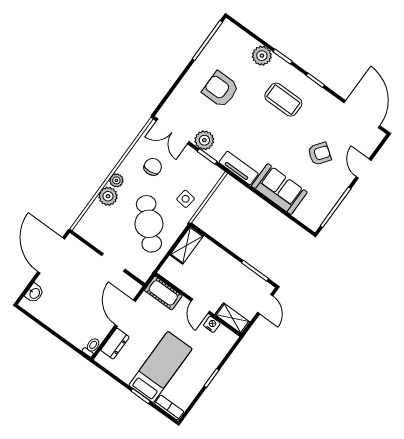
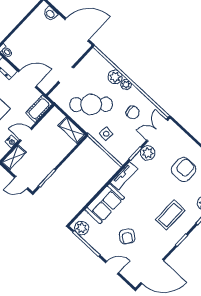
plant: (316, 216) -> (82, 228), added

